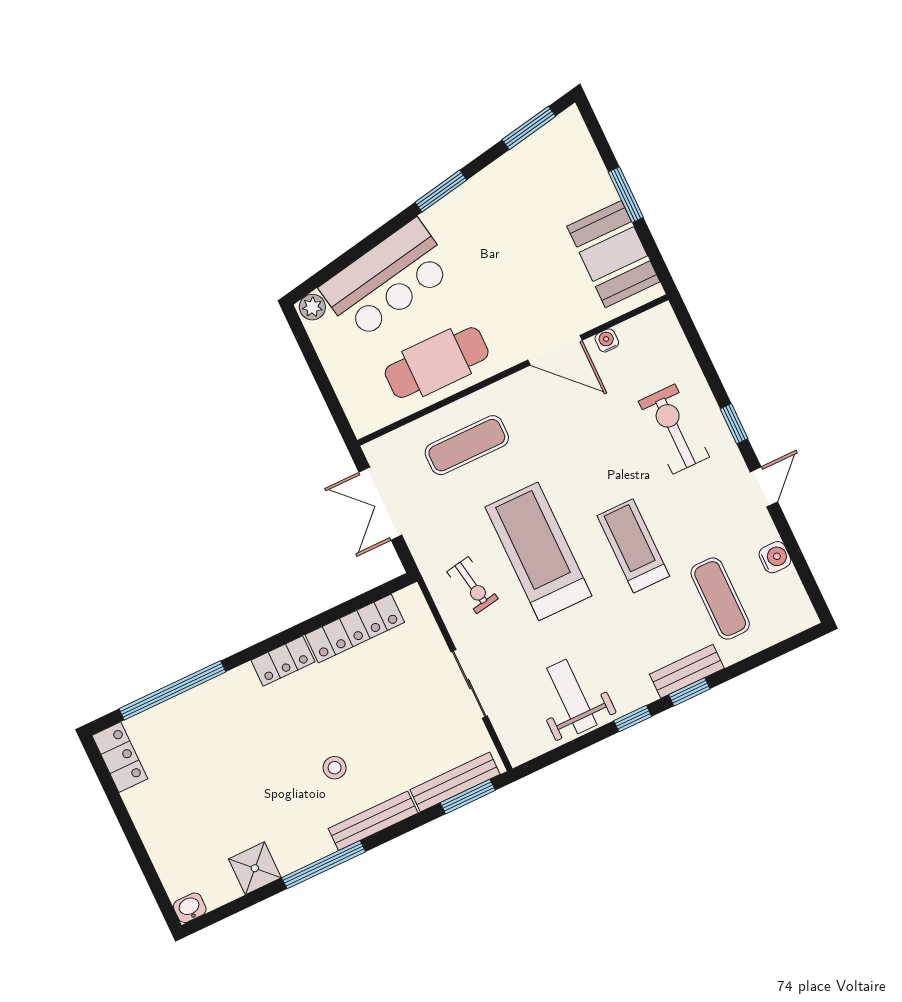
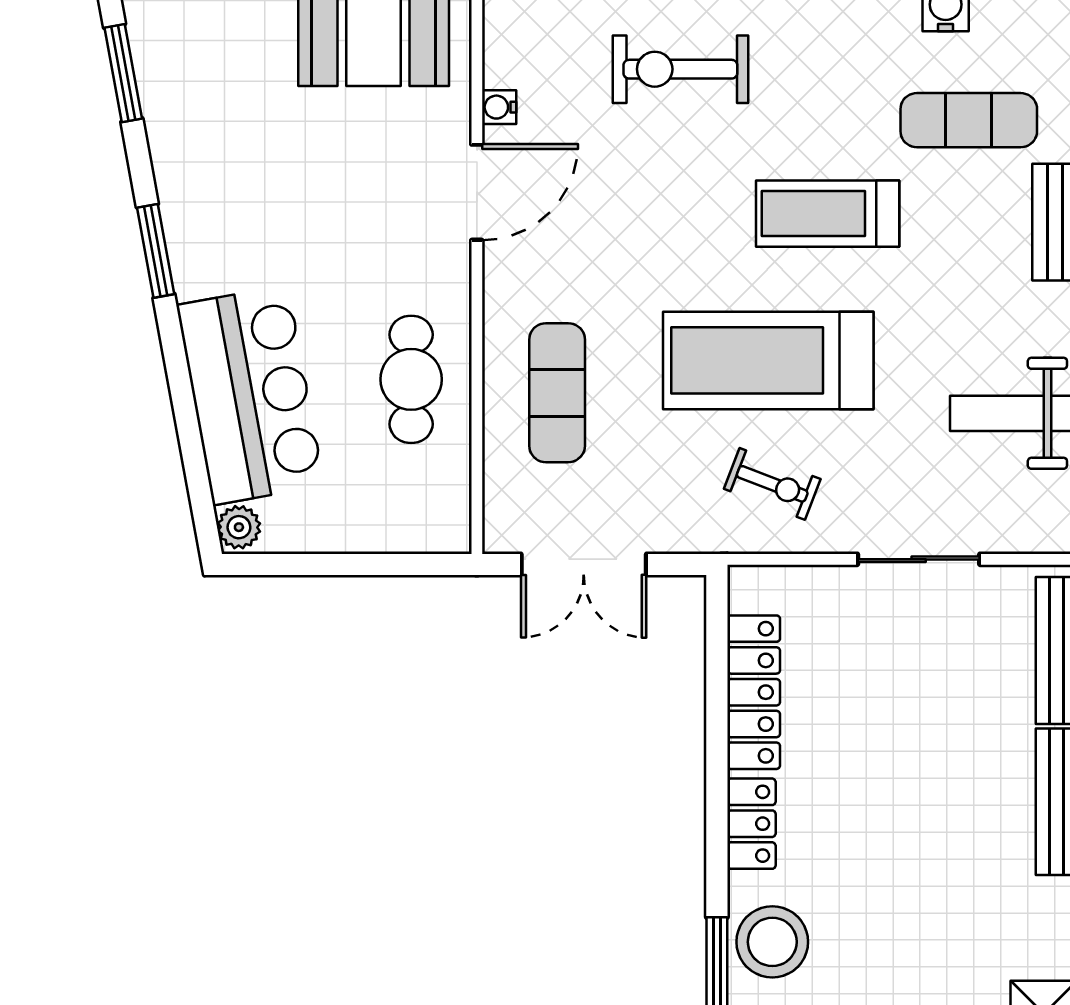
cafe table: (437, 363) -> (411, 379), width x0.73, depth x0.74
exercise bike: (473, 585) -> (772, 484), turned 31
stool: (335, 768) -> (772, 942), moved, width x1.89, depth x1.89

